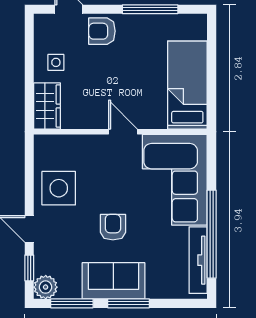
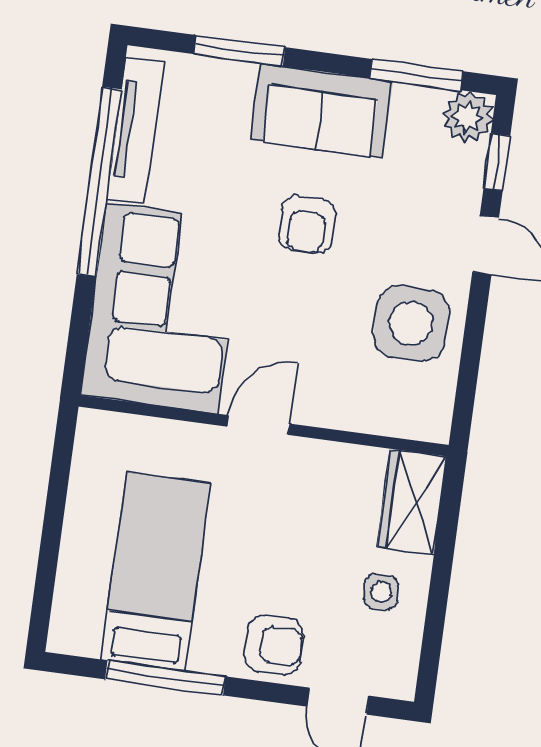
bed: (187, 85) -> (156, 572), moved, turned 180
door: (123, 132) -> (258, 425), swing flipped
window: (128, 303) -> (240, 51), moved

